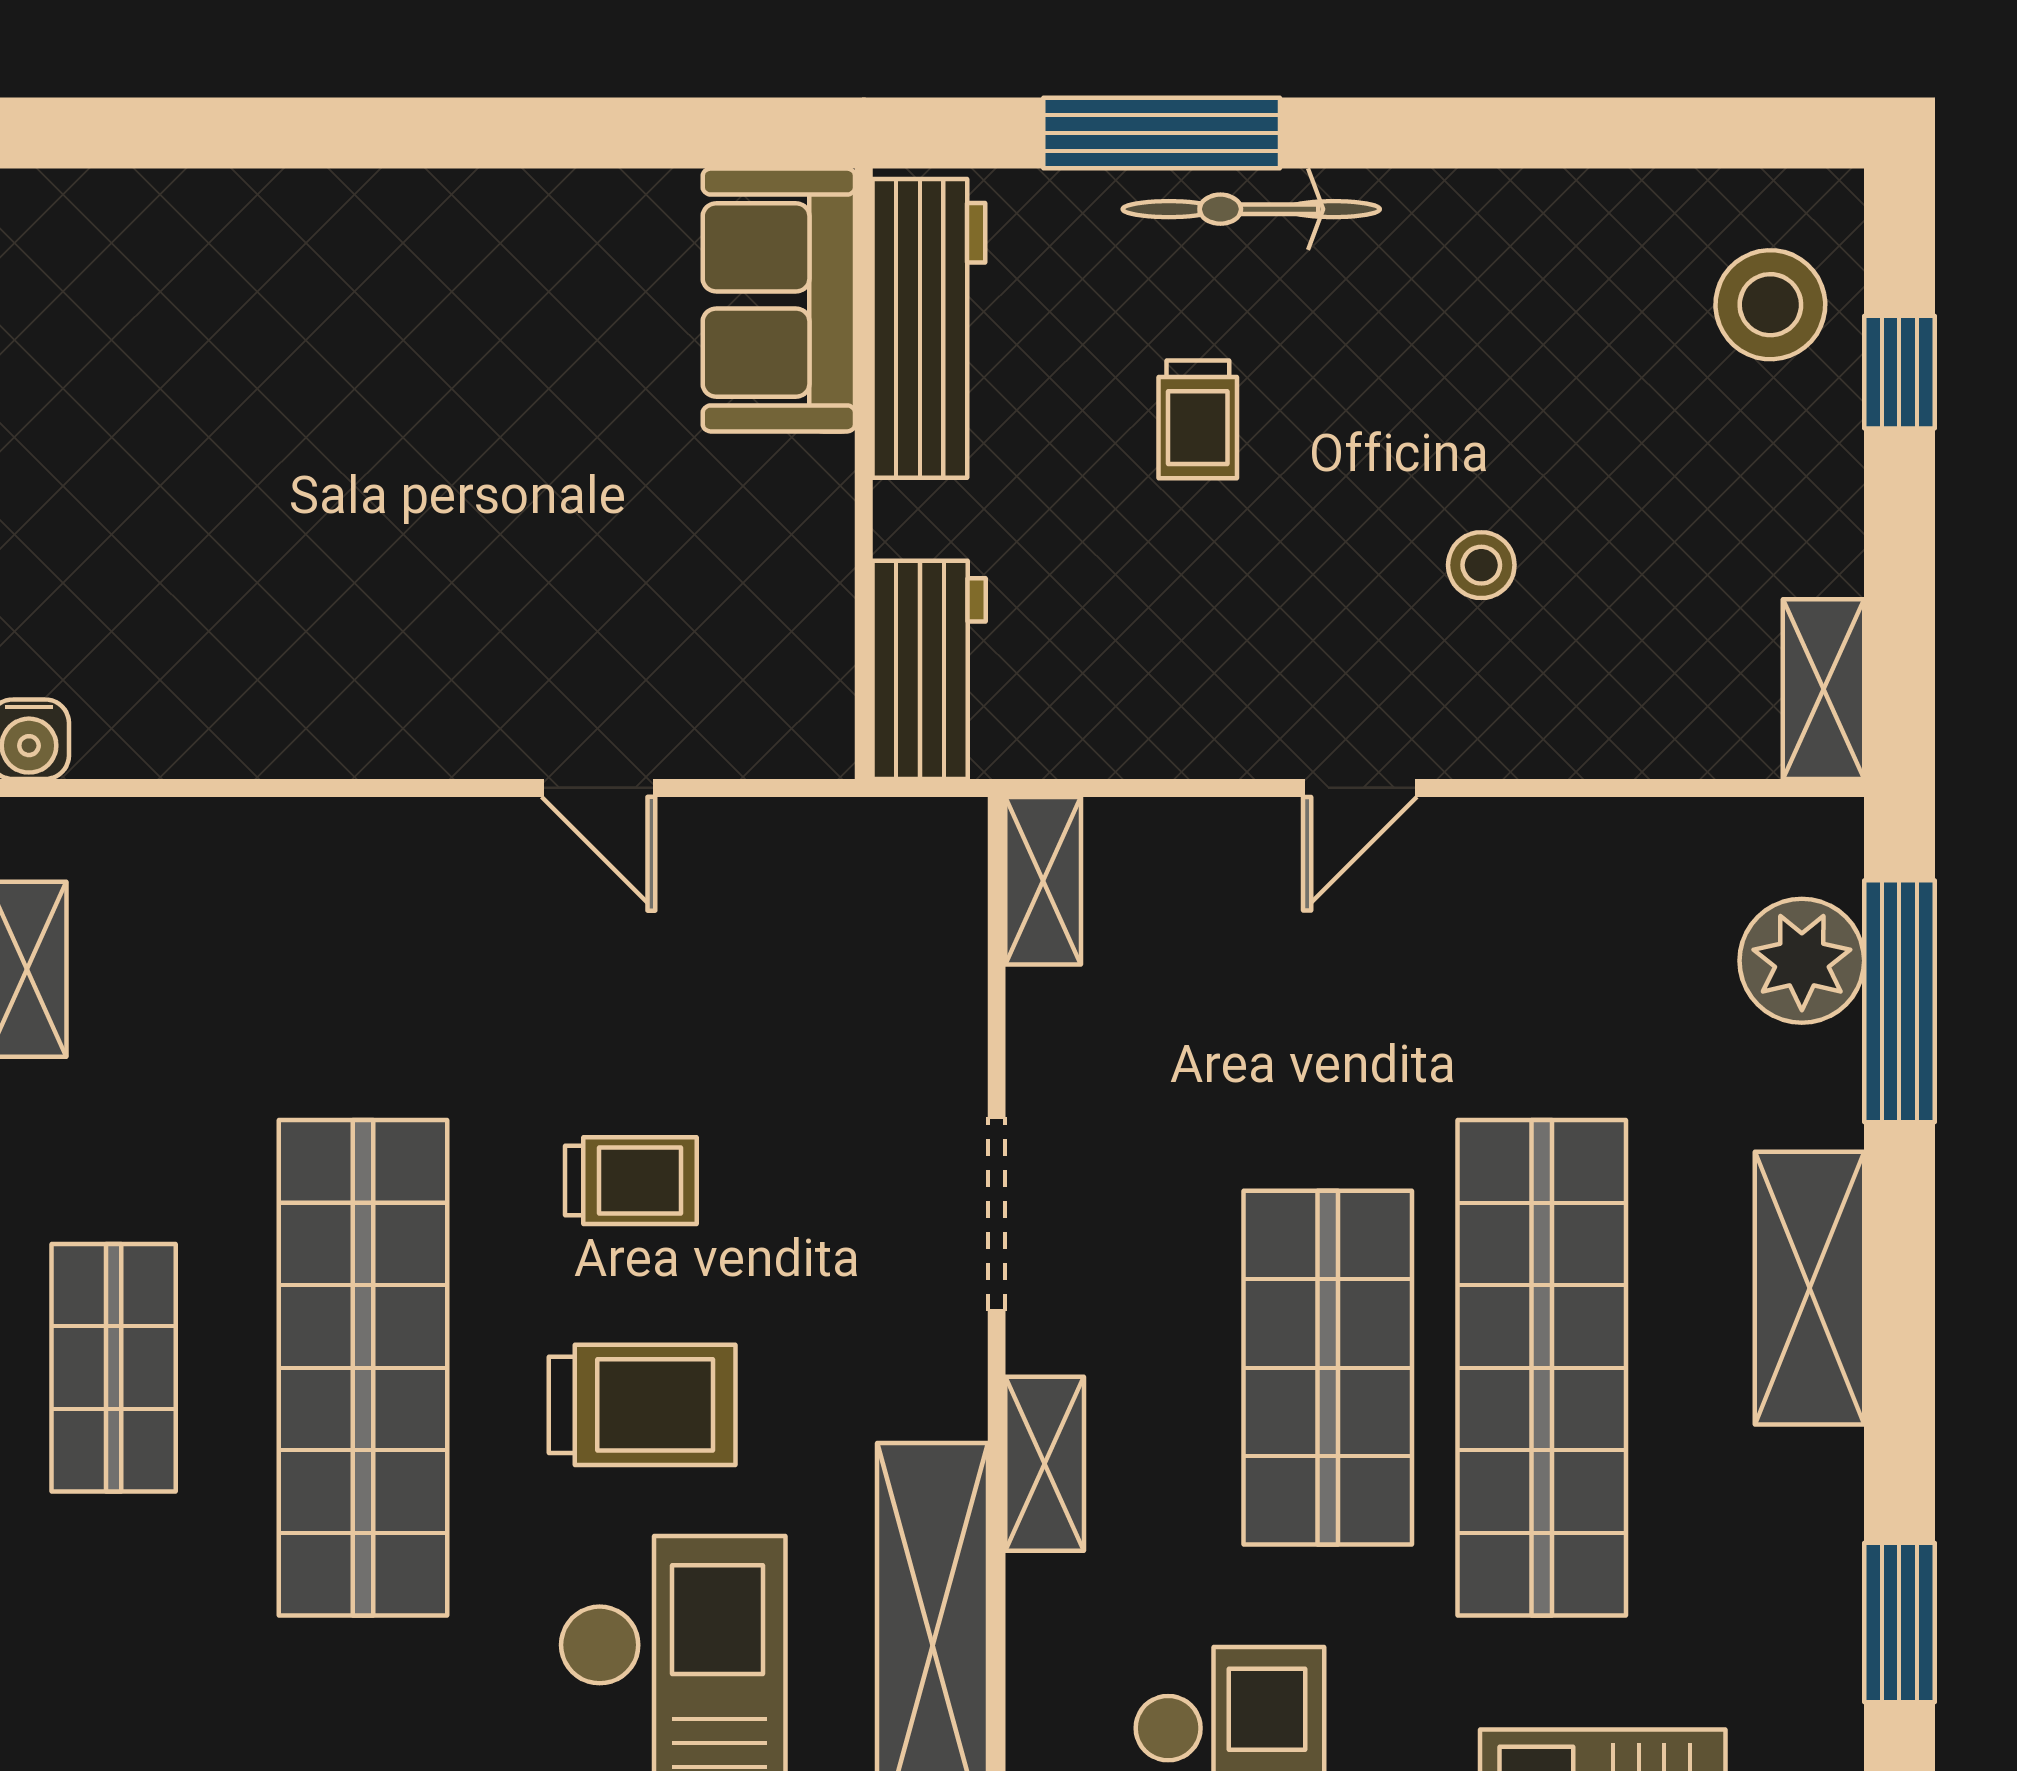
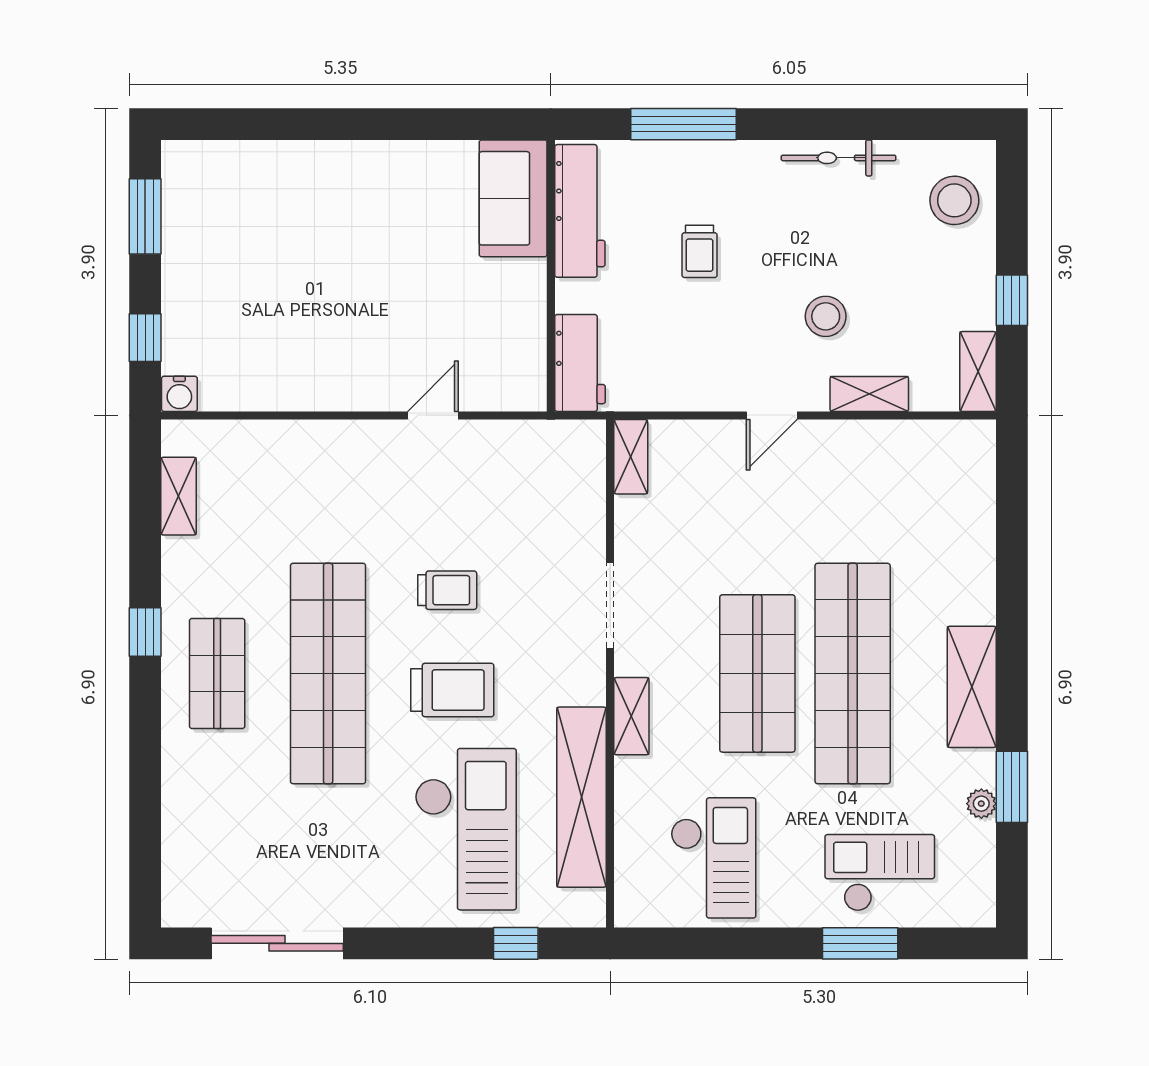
bicycle: (1251, 209) -> (839, 158), moved
window: (1899, 372) -> (1012, 300), moved
stool: (1481, 565) -> (826, 316), width x1.37, depth x1.37
shelving: (1579, 740) -> (869, 394), added
door: (598, 788) -> (433, 415), swing flipped
plant: (1802, 961) -> (981, 804), moved, width x0.53, depth x0.53
window: (1899, 1001) -> (1012, 510), removed
shelving: (1809, 1288) -> (972, 687), moved

